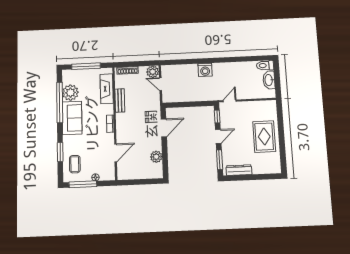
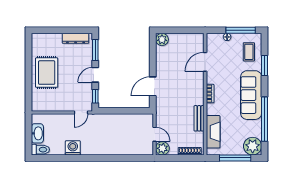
washing machine: (205, 70) -> (73, 148), moved
plant: (70, 93) -> (253, 146), moved
sofa: (72, 118) -> (251, 95), width x1.36
plant: (156, 157) -> (162, 39), moved

